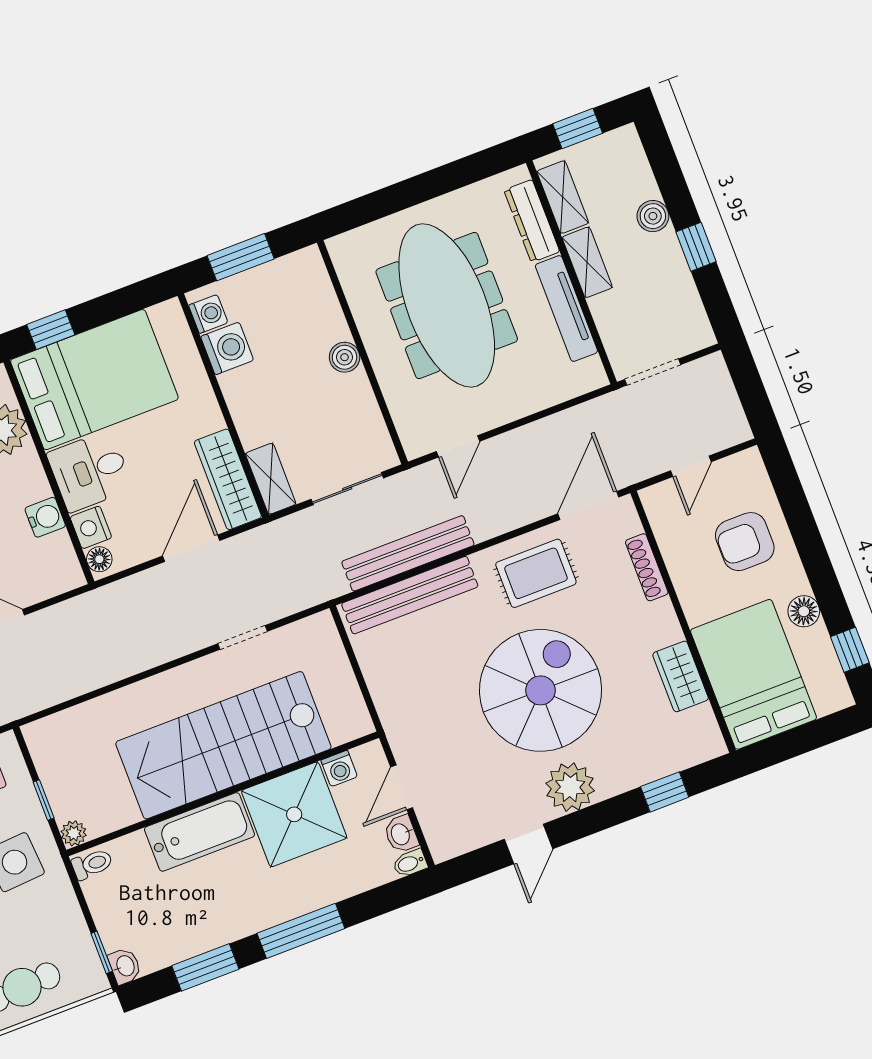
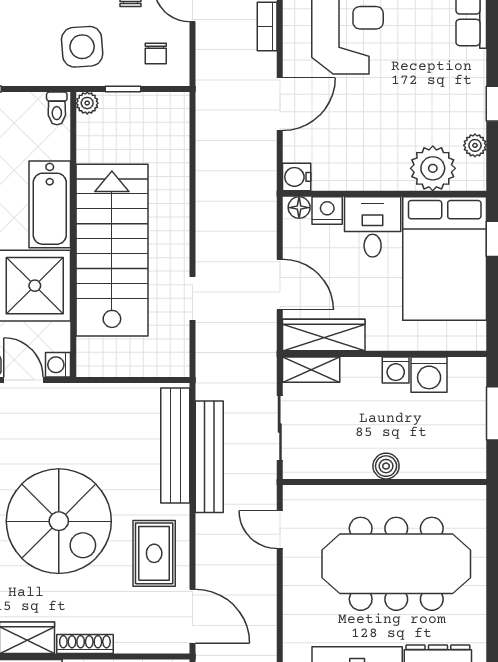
washing machine: (208, 314) -> (396, 370), moved
water cooler: (45, 517) -> (297, 177), moved, turned 90
shoe rack: (647, 567) -> (85, 644), moved
washing machine: (339, 768) -> (58, 365), moved

